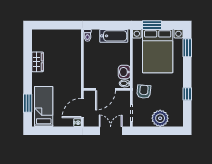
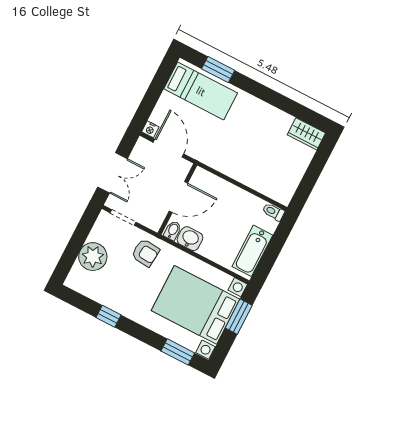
wardrobe: (38, 62) -> (306, 134), moved
door: (106, 89) -> (178, 197), swing flipped

